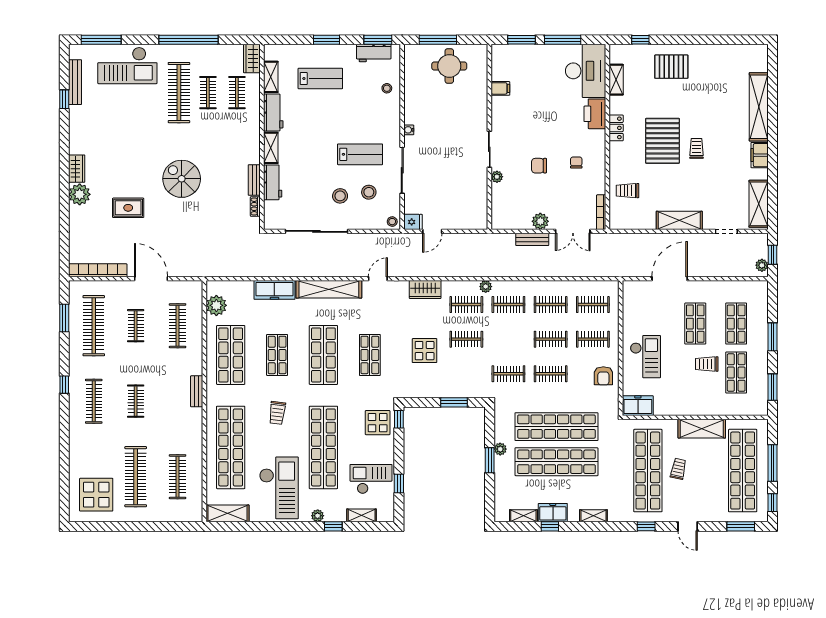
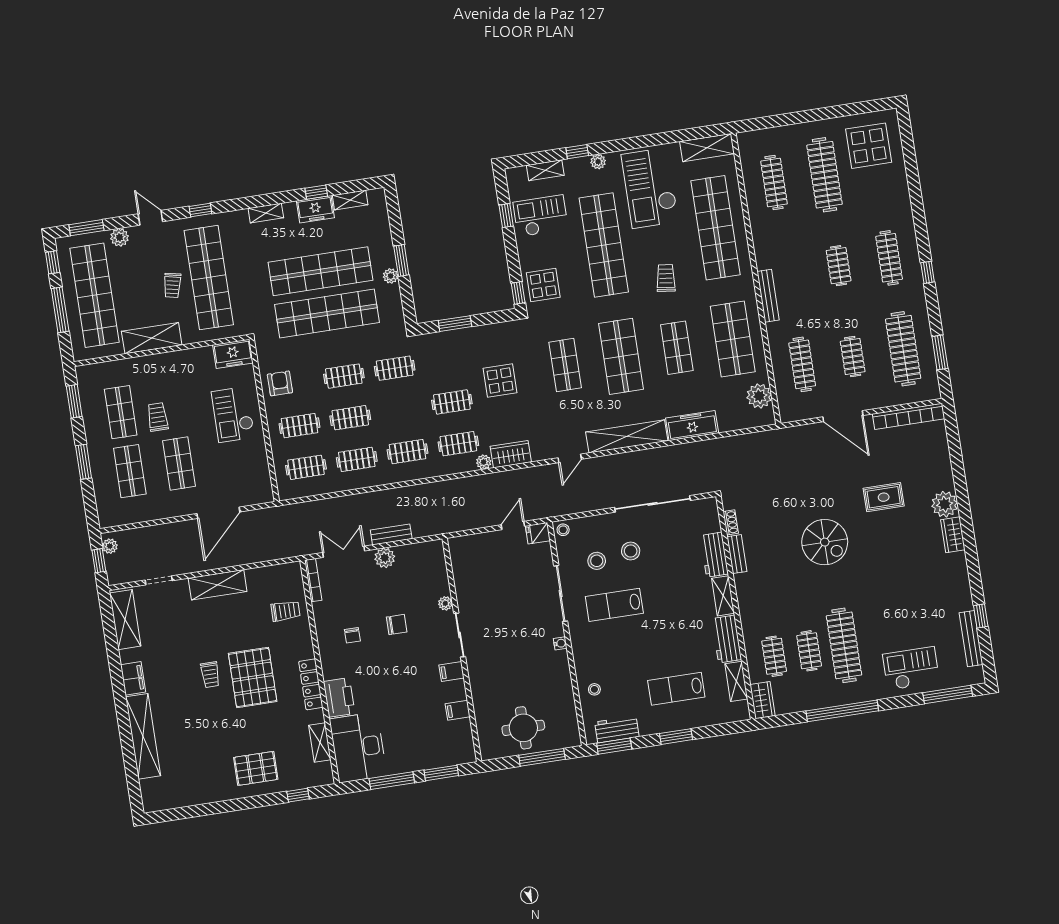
checkout: (127, 65) -> (911, 668), width x0.73, depth x0.83
filing cabinet: (500, 121) -> (452, 671), added
locker: (616, 128) -> (311, 684), width x1.53
plant: (486, 287) -> (484, 462), moved
trolley: (707, 364) -> (158, 417), turned -90
bench: (197, 391) -> (768, 296), width x1.36
checkout: (371, 479) -> (541, 216), turned 180
plant: (715, 514) -> (120, 237), added

